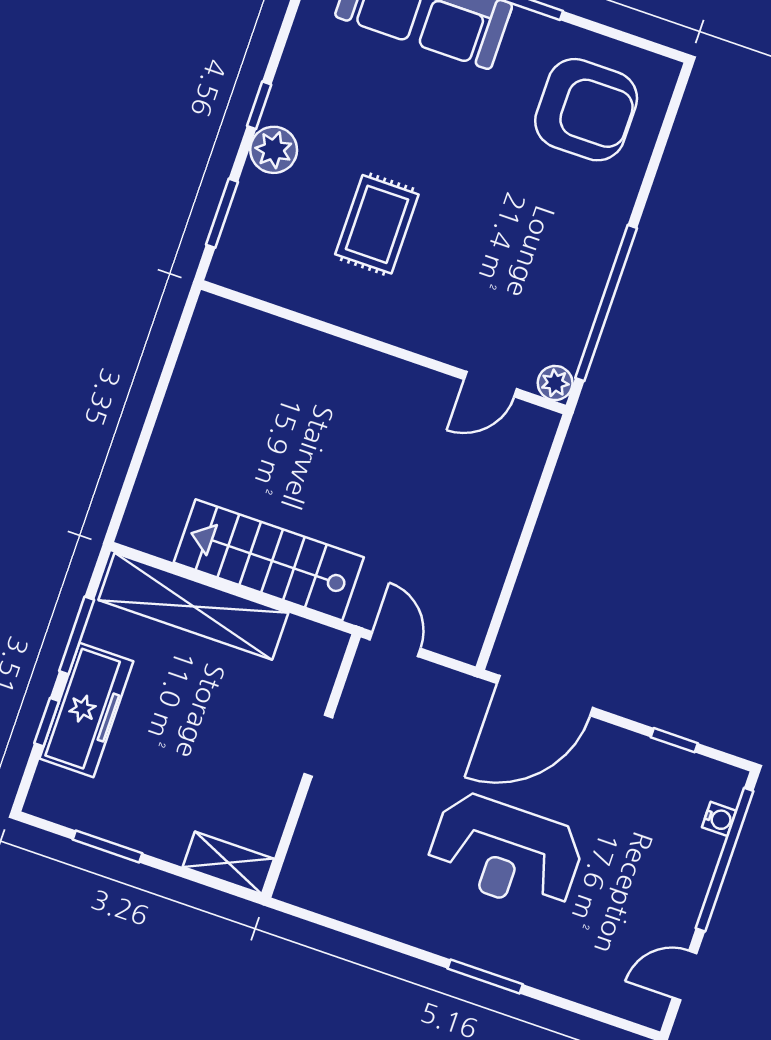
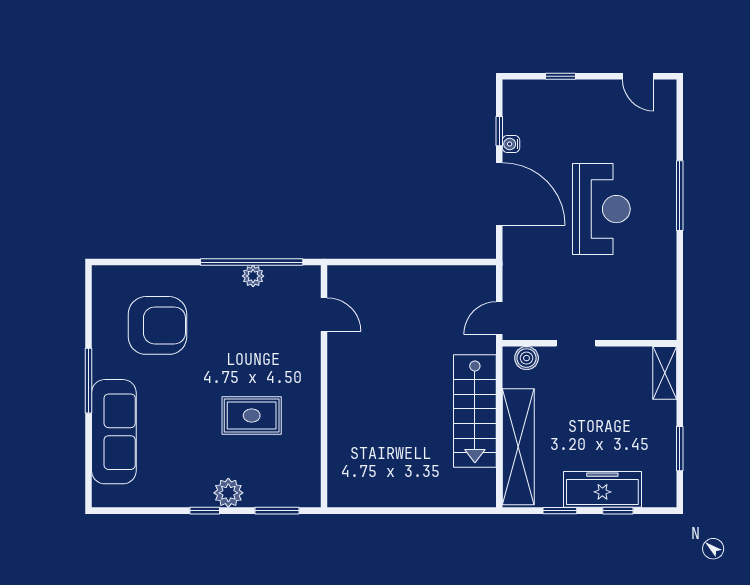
armchair: (586, 110) -> (157, 325), moved, turned 90
plant: (555, 383) -> (253, 276), moved
window: (77, 635) -> (560, 511), width x0.67
boiler: (321, 664) -> (527, 358), added
door: (545, 696) -> (499, 194), moved
water cooler: (719, 819) -> (511, 144), moved, turned -90
window: (725, 860) -> (560, 76), width x0.32
window: (485, 976) -> (680, 196), width x1.44

